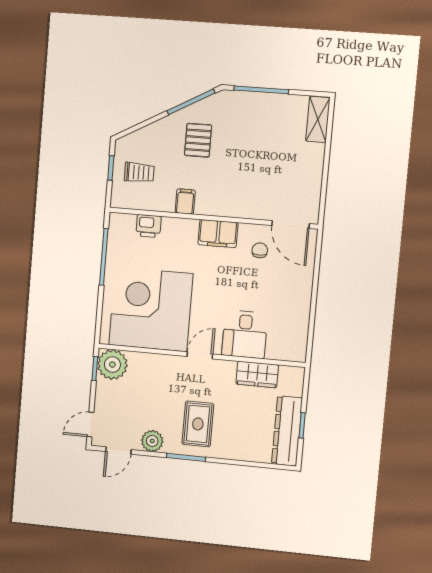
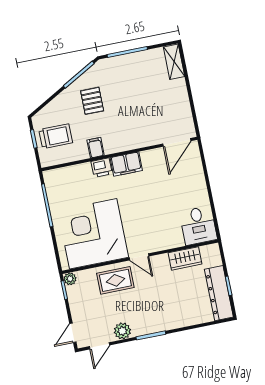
trolley: (139, 172) -> (56, 136), width x1.36, depth x1.39
door: (291, 224) -> (177, 142), hinge flipped
printer: (148, 226) -> (102, 168), moved
chair: (260, 250) -> (160, 167), removed
desk: (245, 334) -> (198, 226), moved
door: (200, 355) -> (139, 257), swing flipped
plant: (112, 365) -> (70, 279), width x0.53, depth x0.53
rug: (198, 424) -> (115, 280), moved, turned 90

